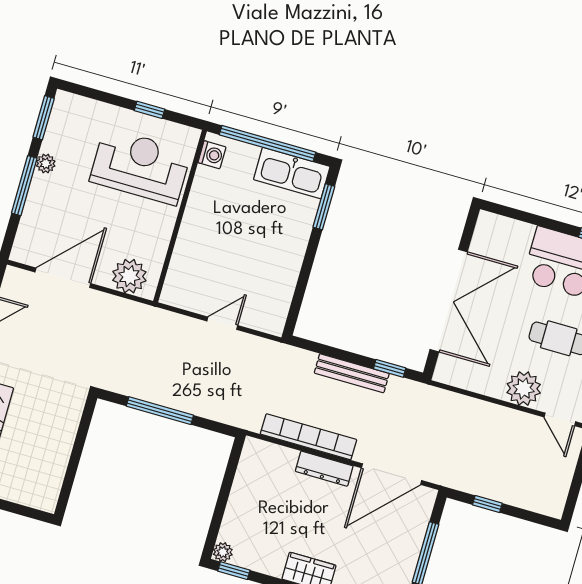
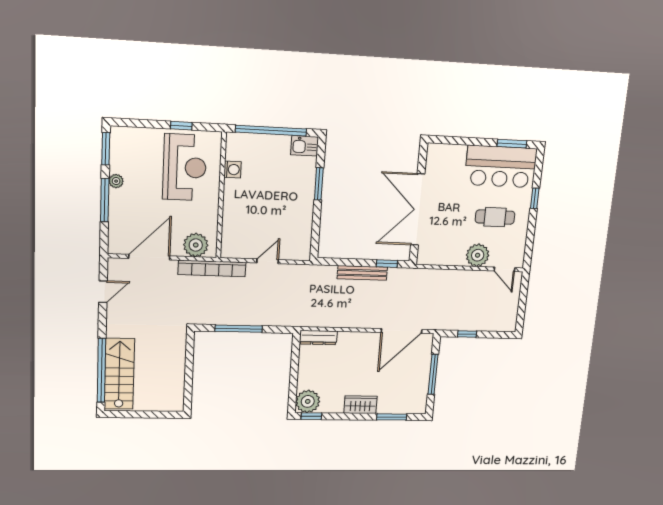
washing machine: (212, 155) -> (232, 170), moved
reception desk: (140, 166) -> (185, 167), turned 90
kitchen sink: (292, 173) -> (305, 146), width x0.53, depth x0.81
window: (324, 207) -> (319, 184), moved
double door: (449, 301) -> (418, 210), swing flipped
bookcase: (308, 437) -> (212, 268), moved, turned 180
dresser: (324, 469) -> (318, 338), moved
plant: (223, 552) -> (308, 401), width x1.88, depth x1.88

